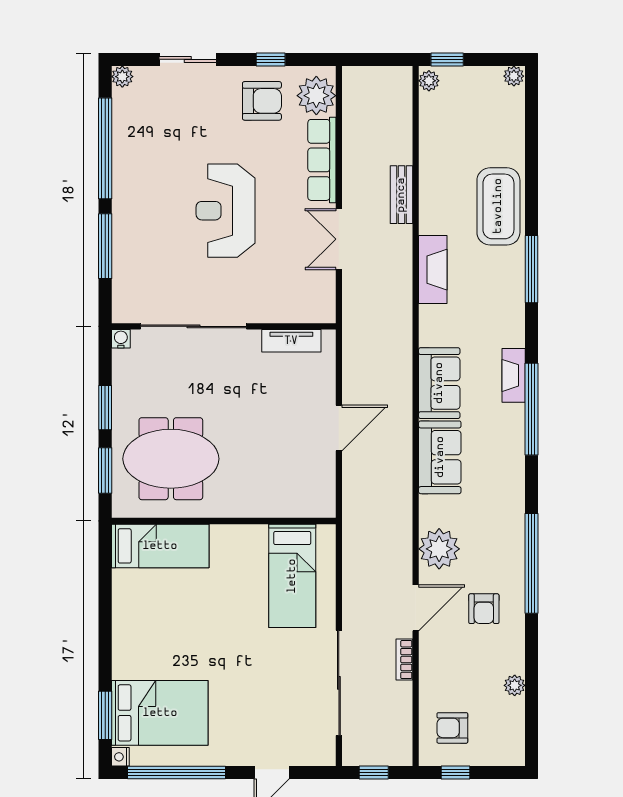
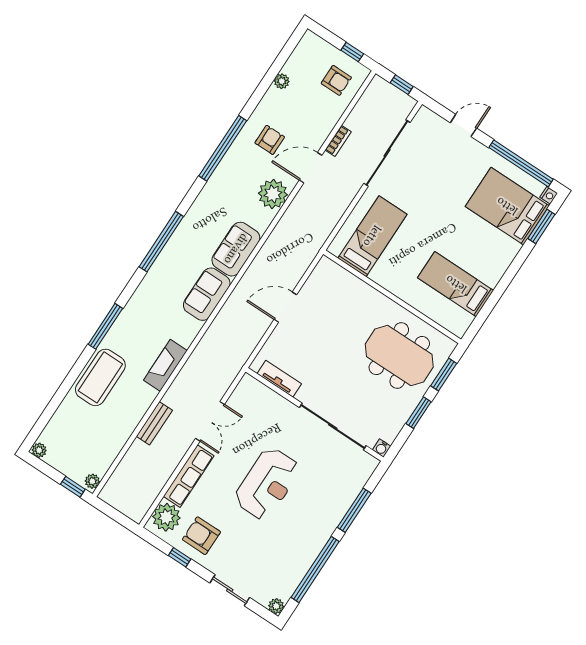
fireplace: (514, 375) -> (159, 269), removed
bed: (160, 546) -> (456, 284), moved

